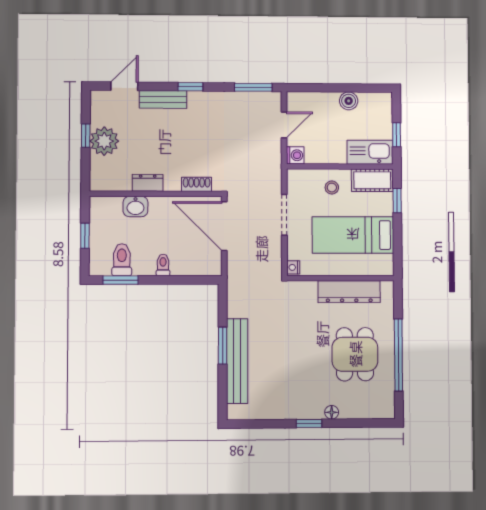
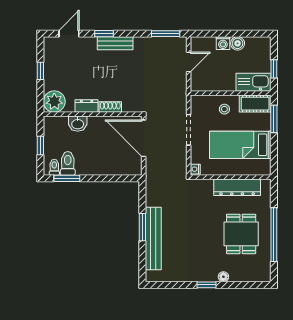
window: (190, 87) -> (104, 34), moved
bench: (163, 99) -> (115, 43), moved
plant: (104, 141) -> (54, 102), moved
washing machine: (295, 155) -> (223, 43), moved, turned 90
shoe rack: (197, 184) -> (110, 107), moved
window: (397, 201) -> (274, 119), width x1.50
toilet: (163, 265) -> (54, 167), moved

